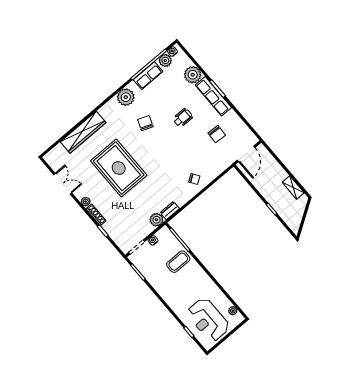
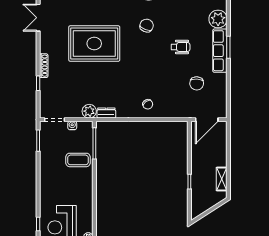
rug: (119, 168) -> (94, 44), turned 90
double door: (63, 184) -> (38, 18), swing flipped
plant: (86, 202) -> (45, 48), removed

